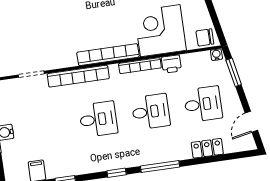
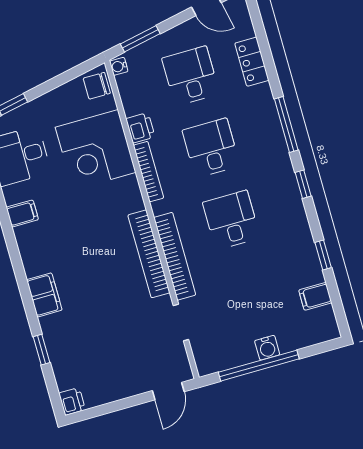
chair: (205, 37) -> (97, 86), turned 90
bookcase: (108, 55) -> (149, 254), moved

